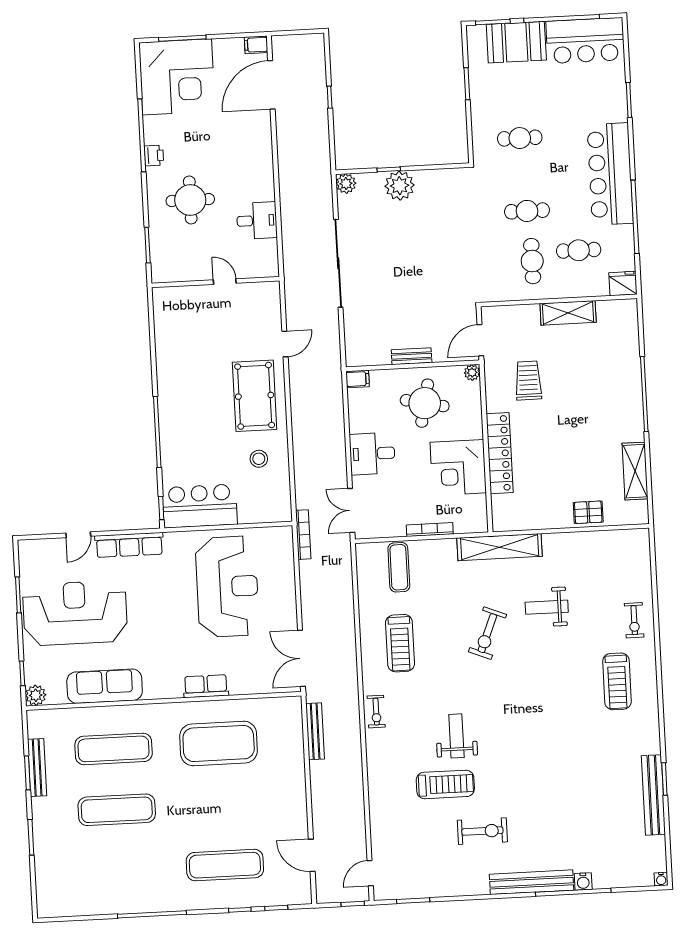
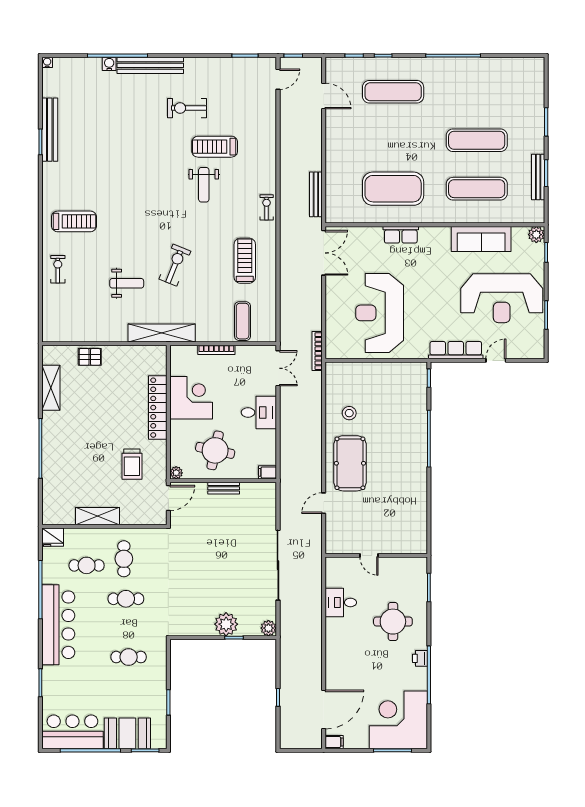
bar counter: (200, 506) -> (398, 378), removed
treadmill: (617, 681) -> (74, 221), turned 90

